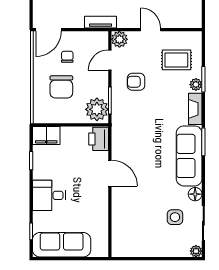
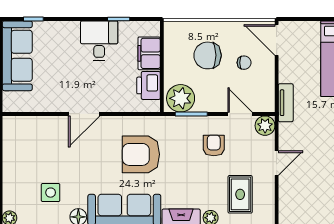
filing cabinet: (46, 135) -> (149, 53), moved
printer: (99, 139) -> (148, 85), moved, turned -90
armchair: (143, 142) -> (141, 154), added
door: (110, 173) -> (84, 114), moved
desk: (49, 195) -> (99, 41), moved

